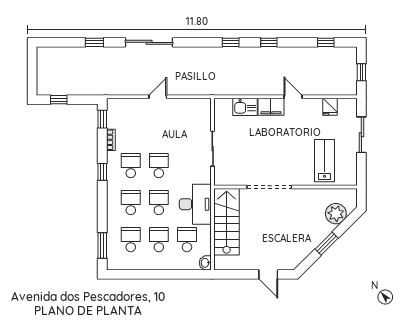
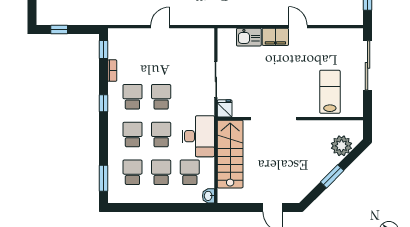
fridge: (330, 107) -> (225, 108), moved, turned 180
sliding door: (361, 135) -> (368, 65), width x1.37

